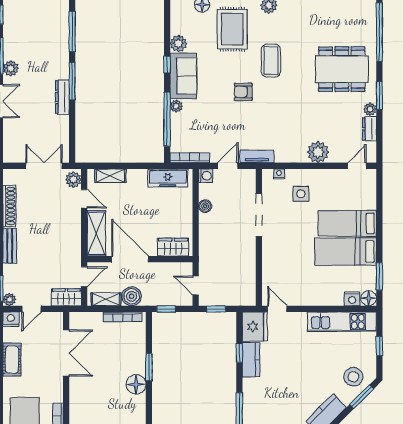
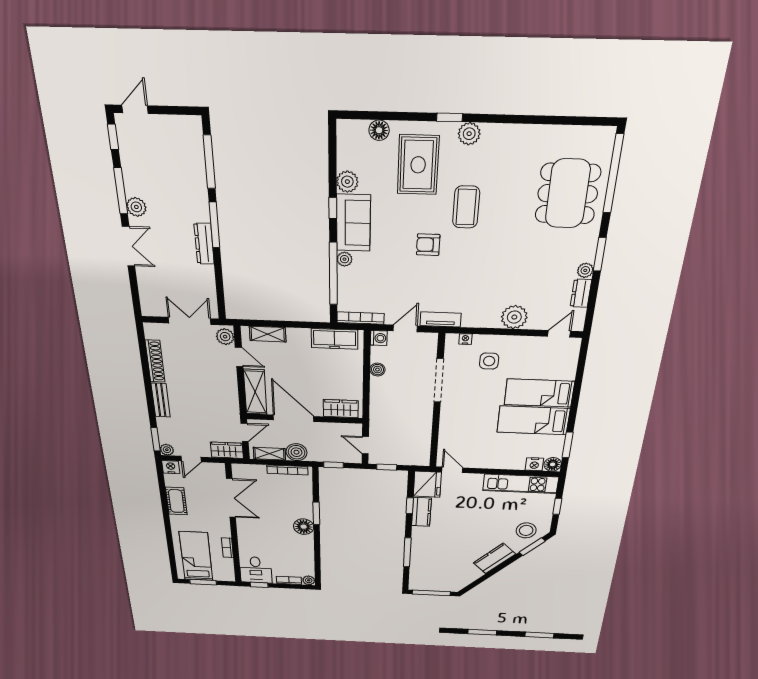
dining table: (342, 69) -> (568, 194), moved, turned 90

